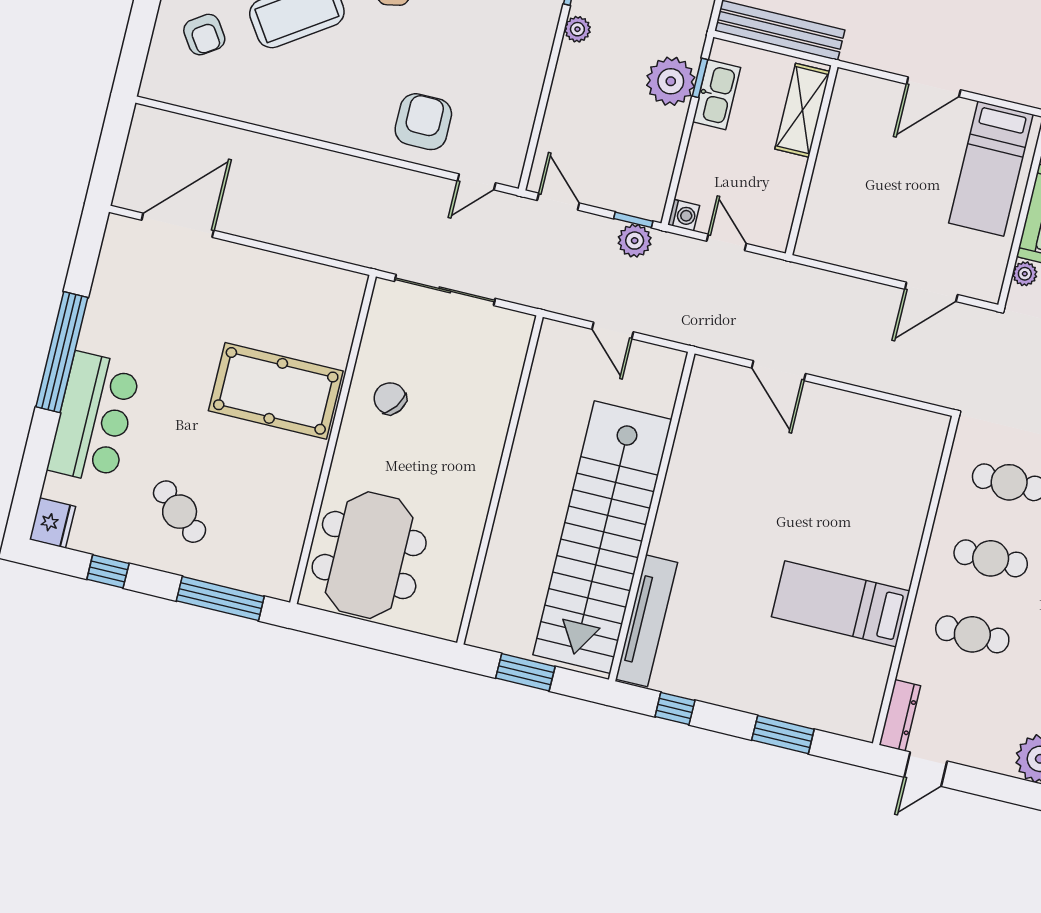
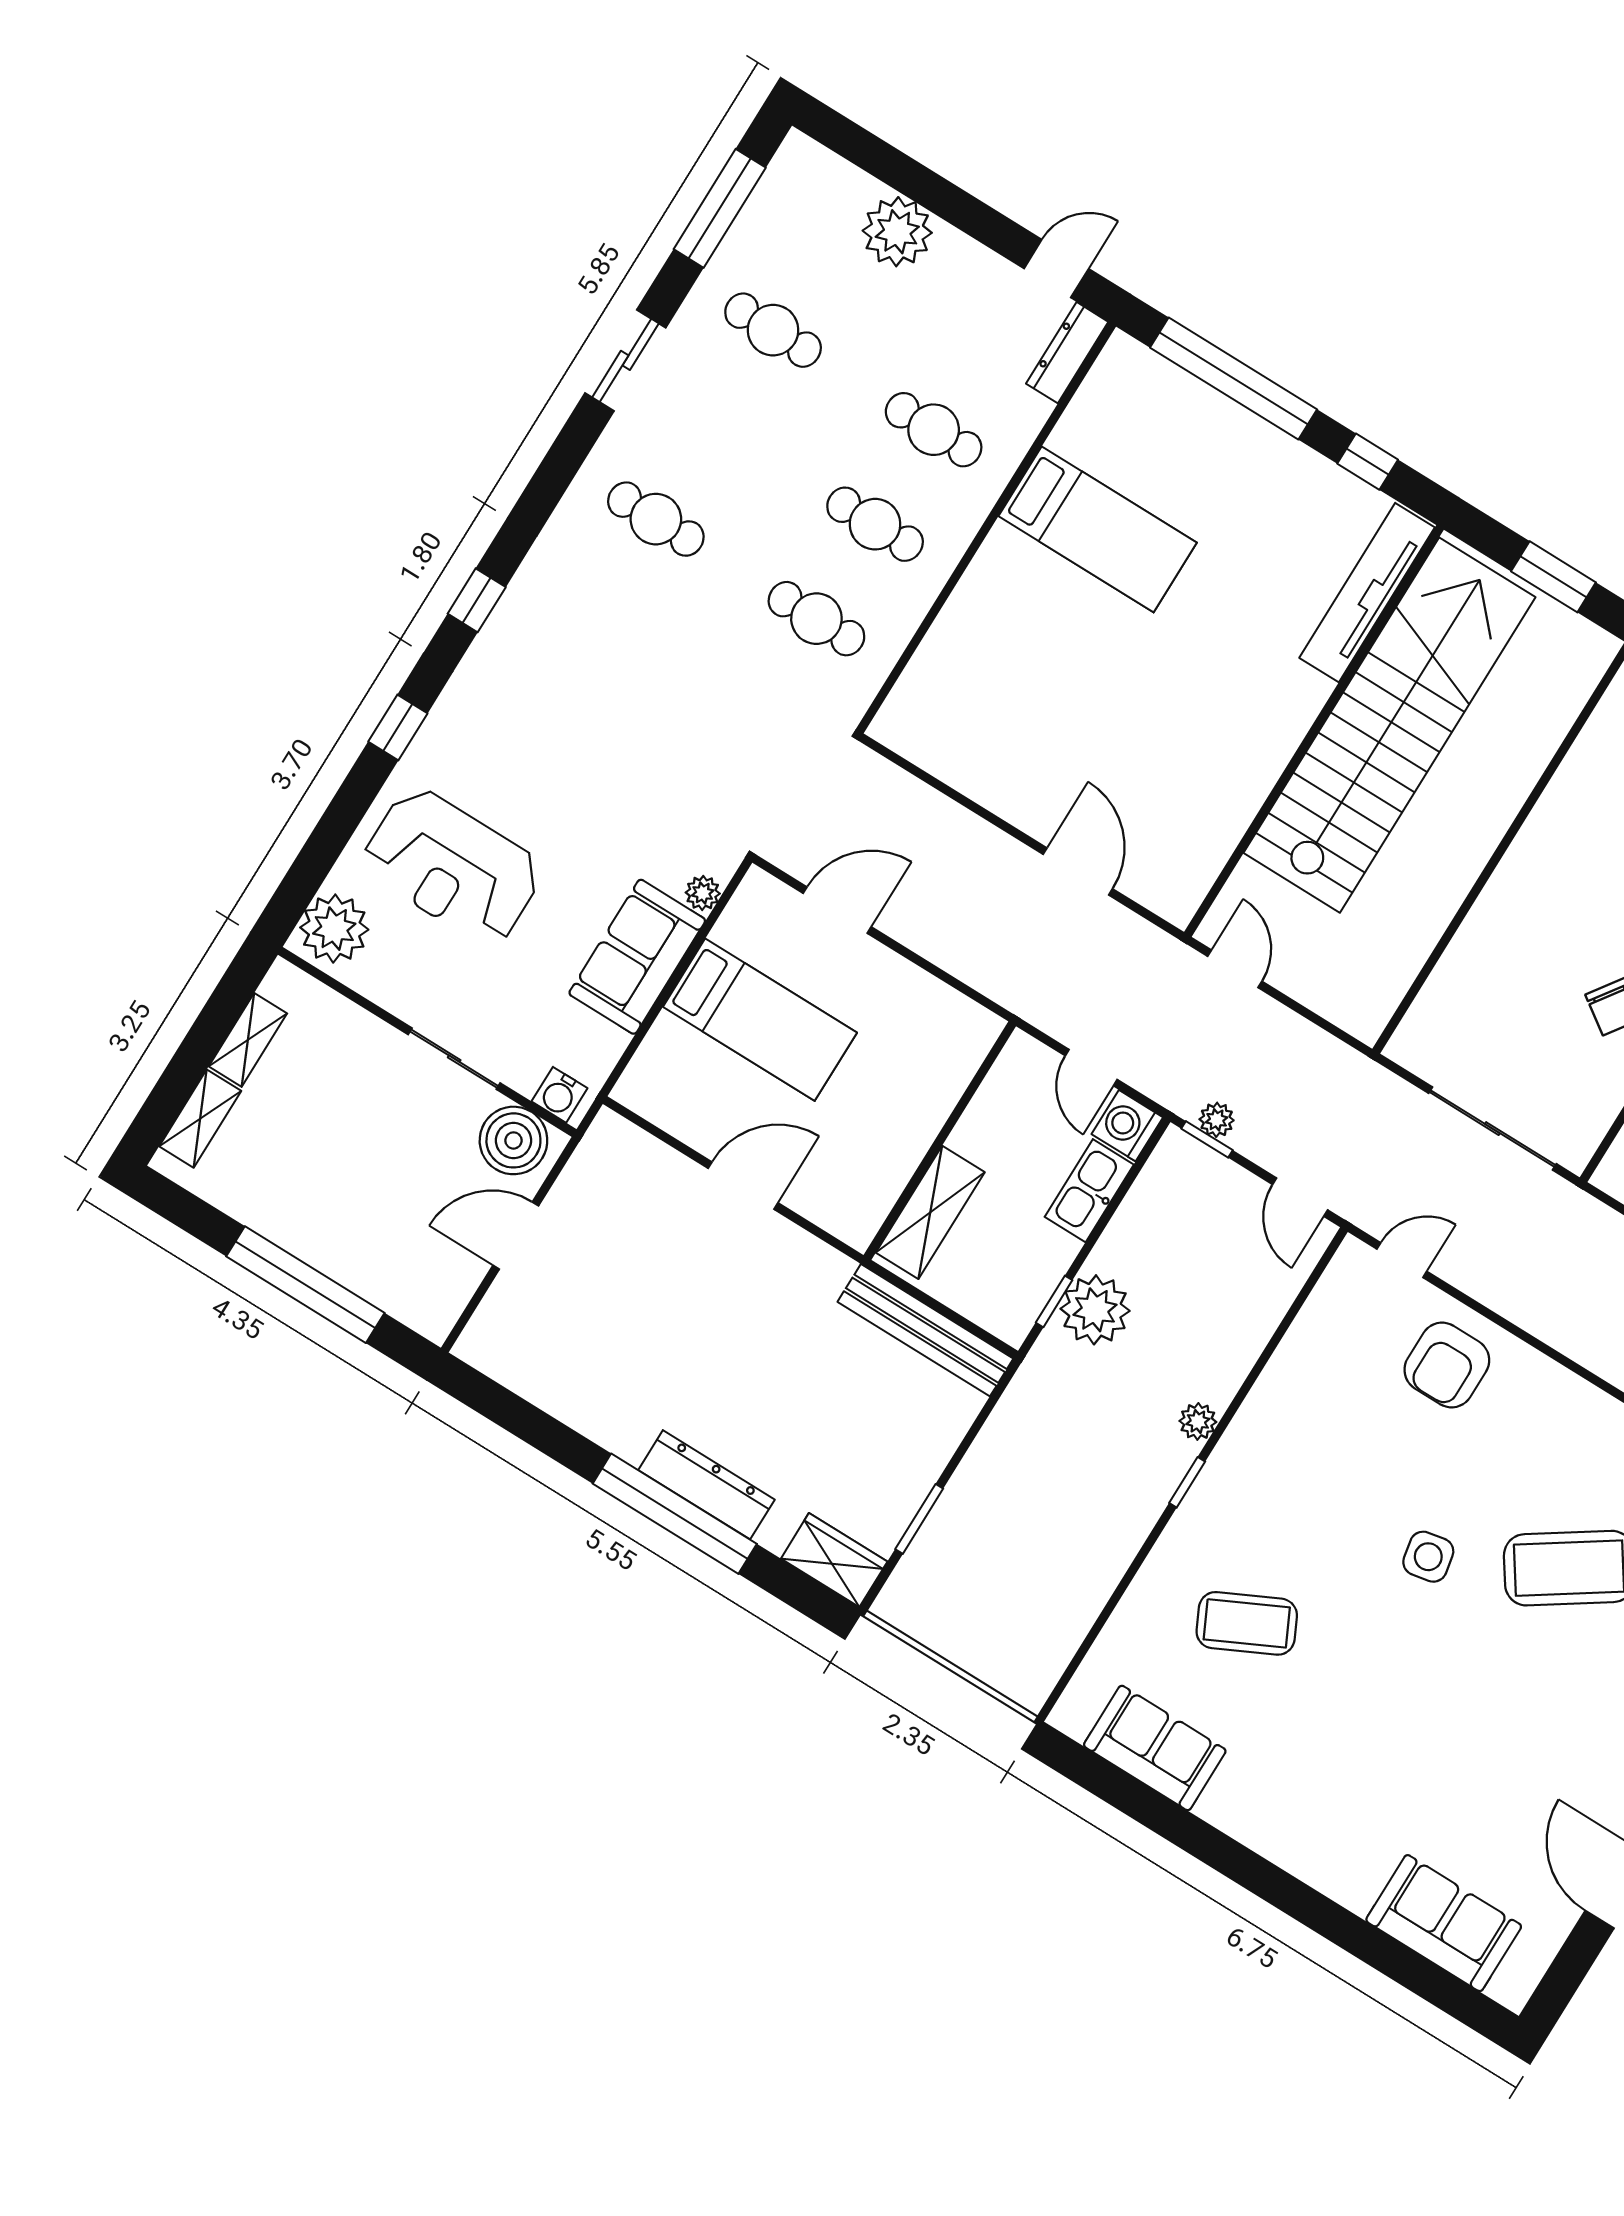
kitchen sink: (717, 95) -> (1089, 1191), moved
bed: (991, 169) -> (760, 1020), moved, turned 90
washing machine: (684, 215) -> (1127, 1126), width x1.38, depth x1.38
plant: (635, 241) -> (1217, 1120), width x0.73, depth x0.73
door: (613, 330) -> (1235, 969), moved
window: (783, 735) -> (1234, 378), width x2.11

